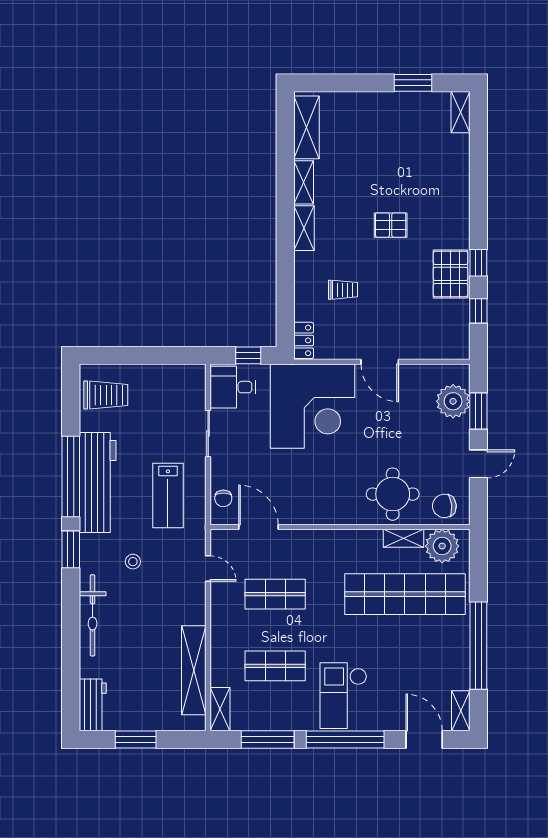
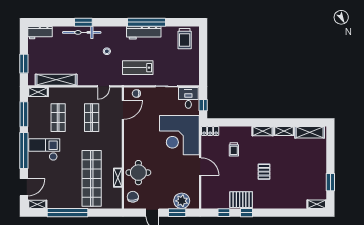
door: (380, 362) -> (200, 167), swing flipped
workbench: (98, 483) -> (144, 33), width x0.73, depth x0.76
plant: (442, 546) -> (114, 196), removed
window: (71, 549) -> (83, 22), moved
window: (136, 739) -> (24, 64), moved

